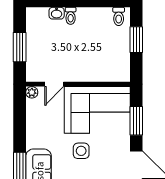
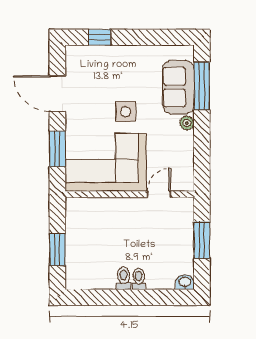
washbasin: (57, 13) -> (185, 282), moved
toilet: (119, 16) -> (124, 278), moved
plant: (32, 92) -> (187, 123), moved

